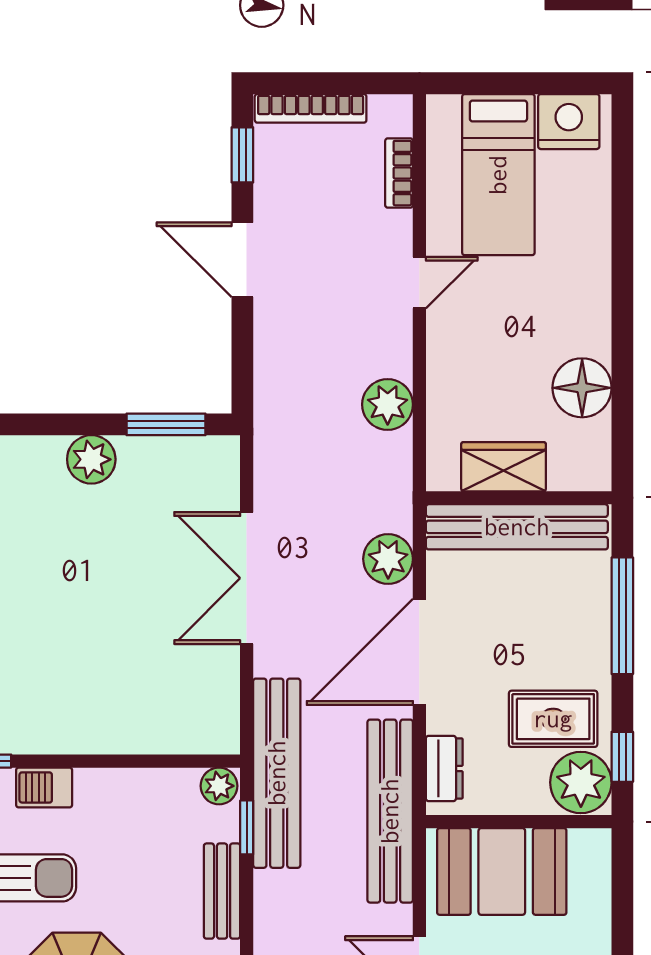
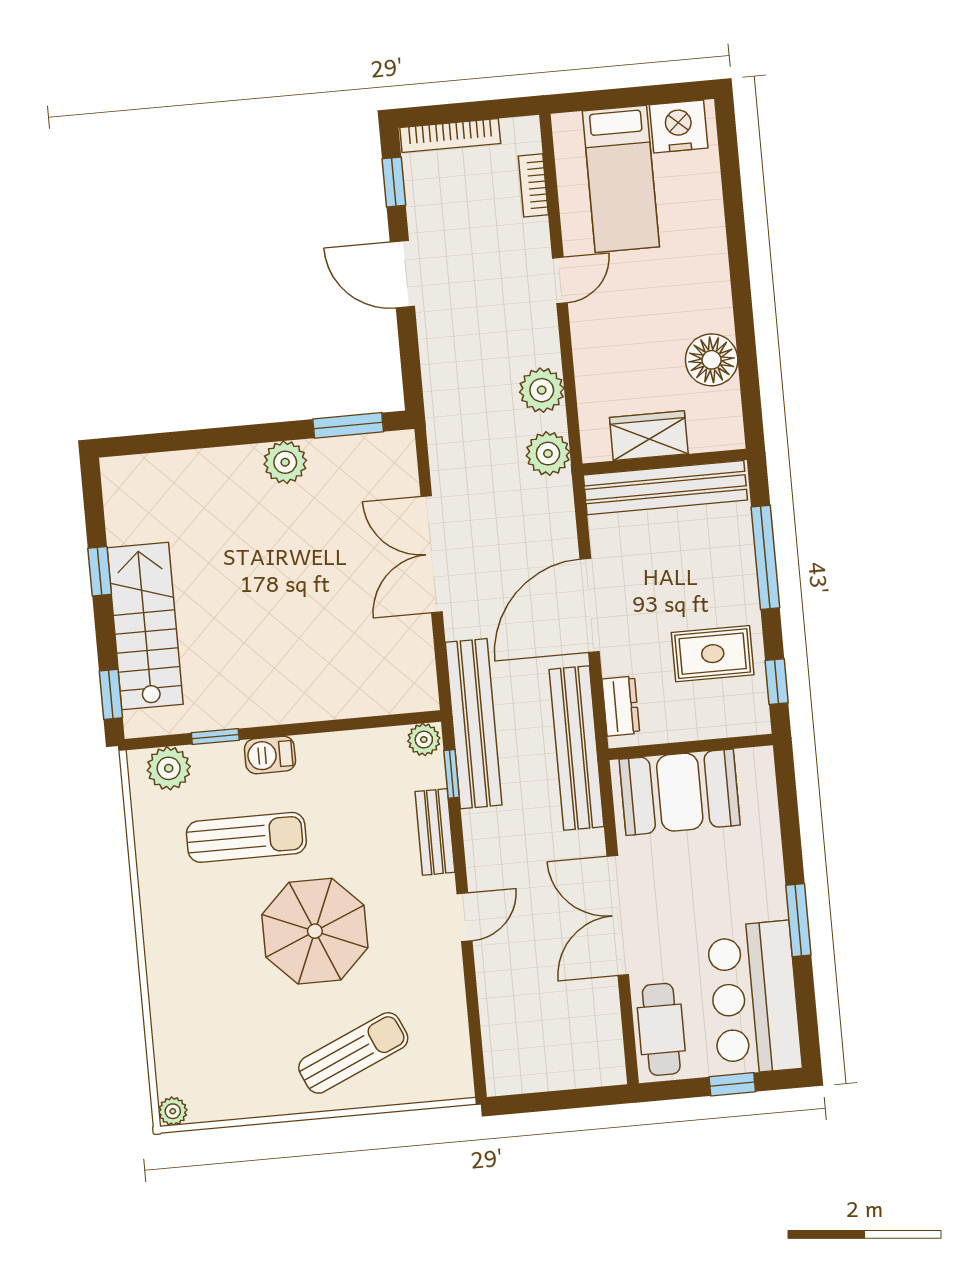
plant: (388, 559) -> (548, 454), moved
plant: (581, 782) -> (742, 708), removed

